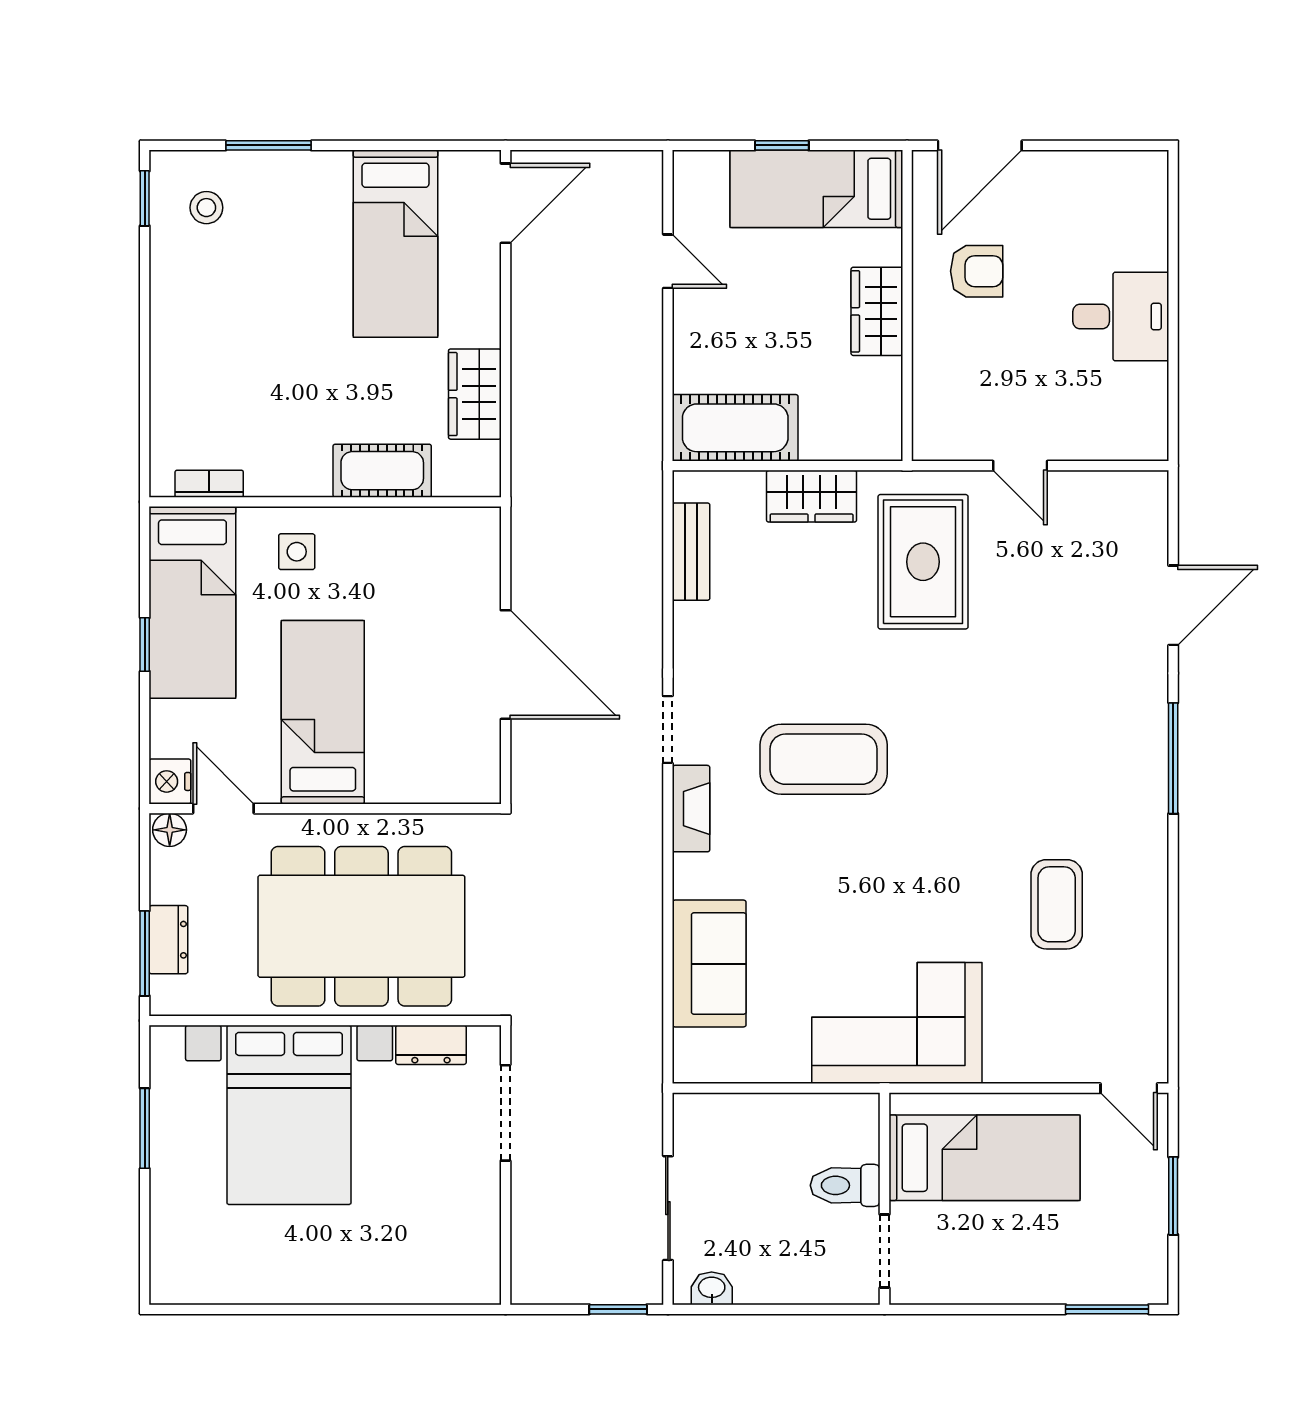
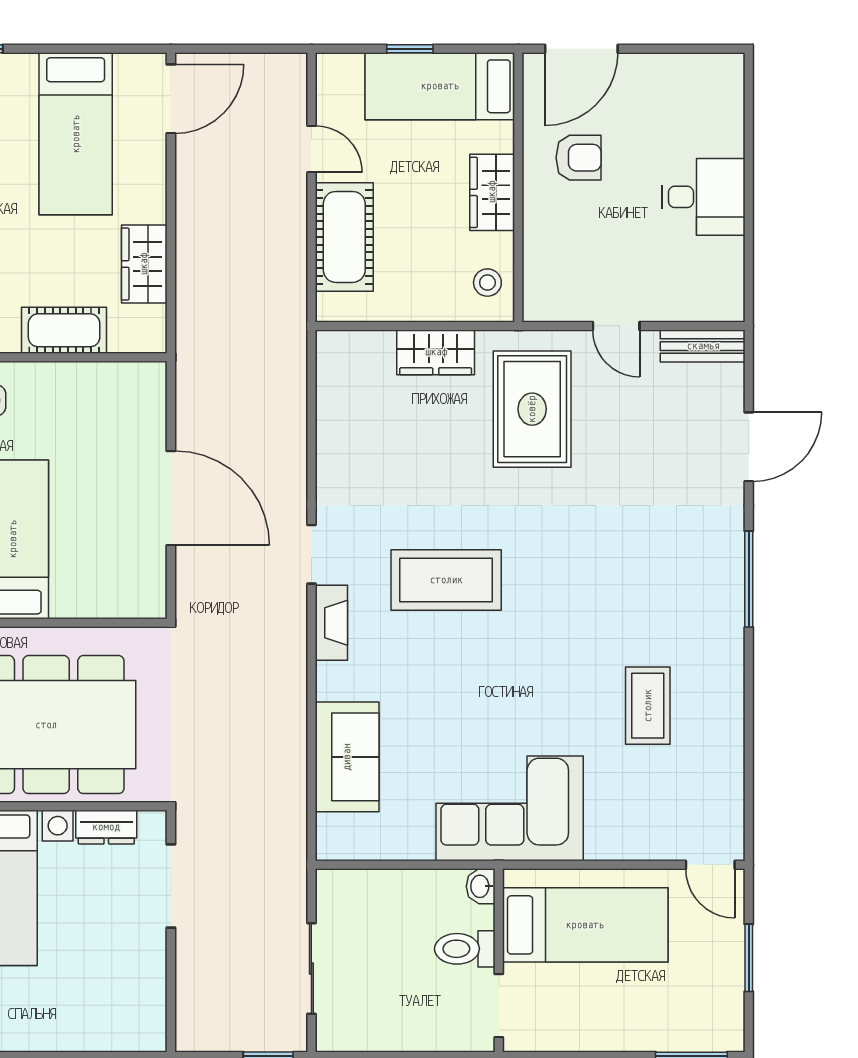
stool: (871, 416) -> (487, 283), added
cot: (735, 428) -> (344, 237), moved, turned 90
bench: (691, 552) -> (703, 346), moved, turned 90
washbasin: (712, 1288) -> (481, 886), moved, turned -90

